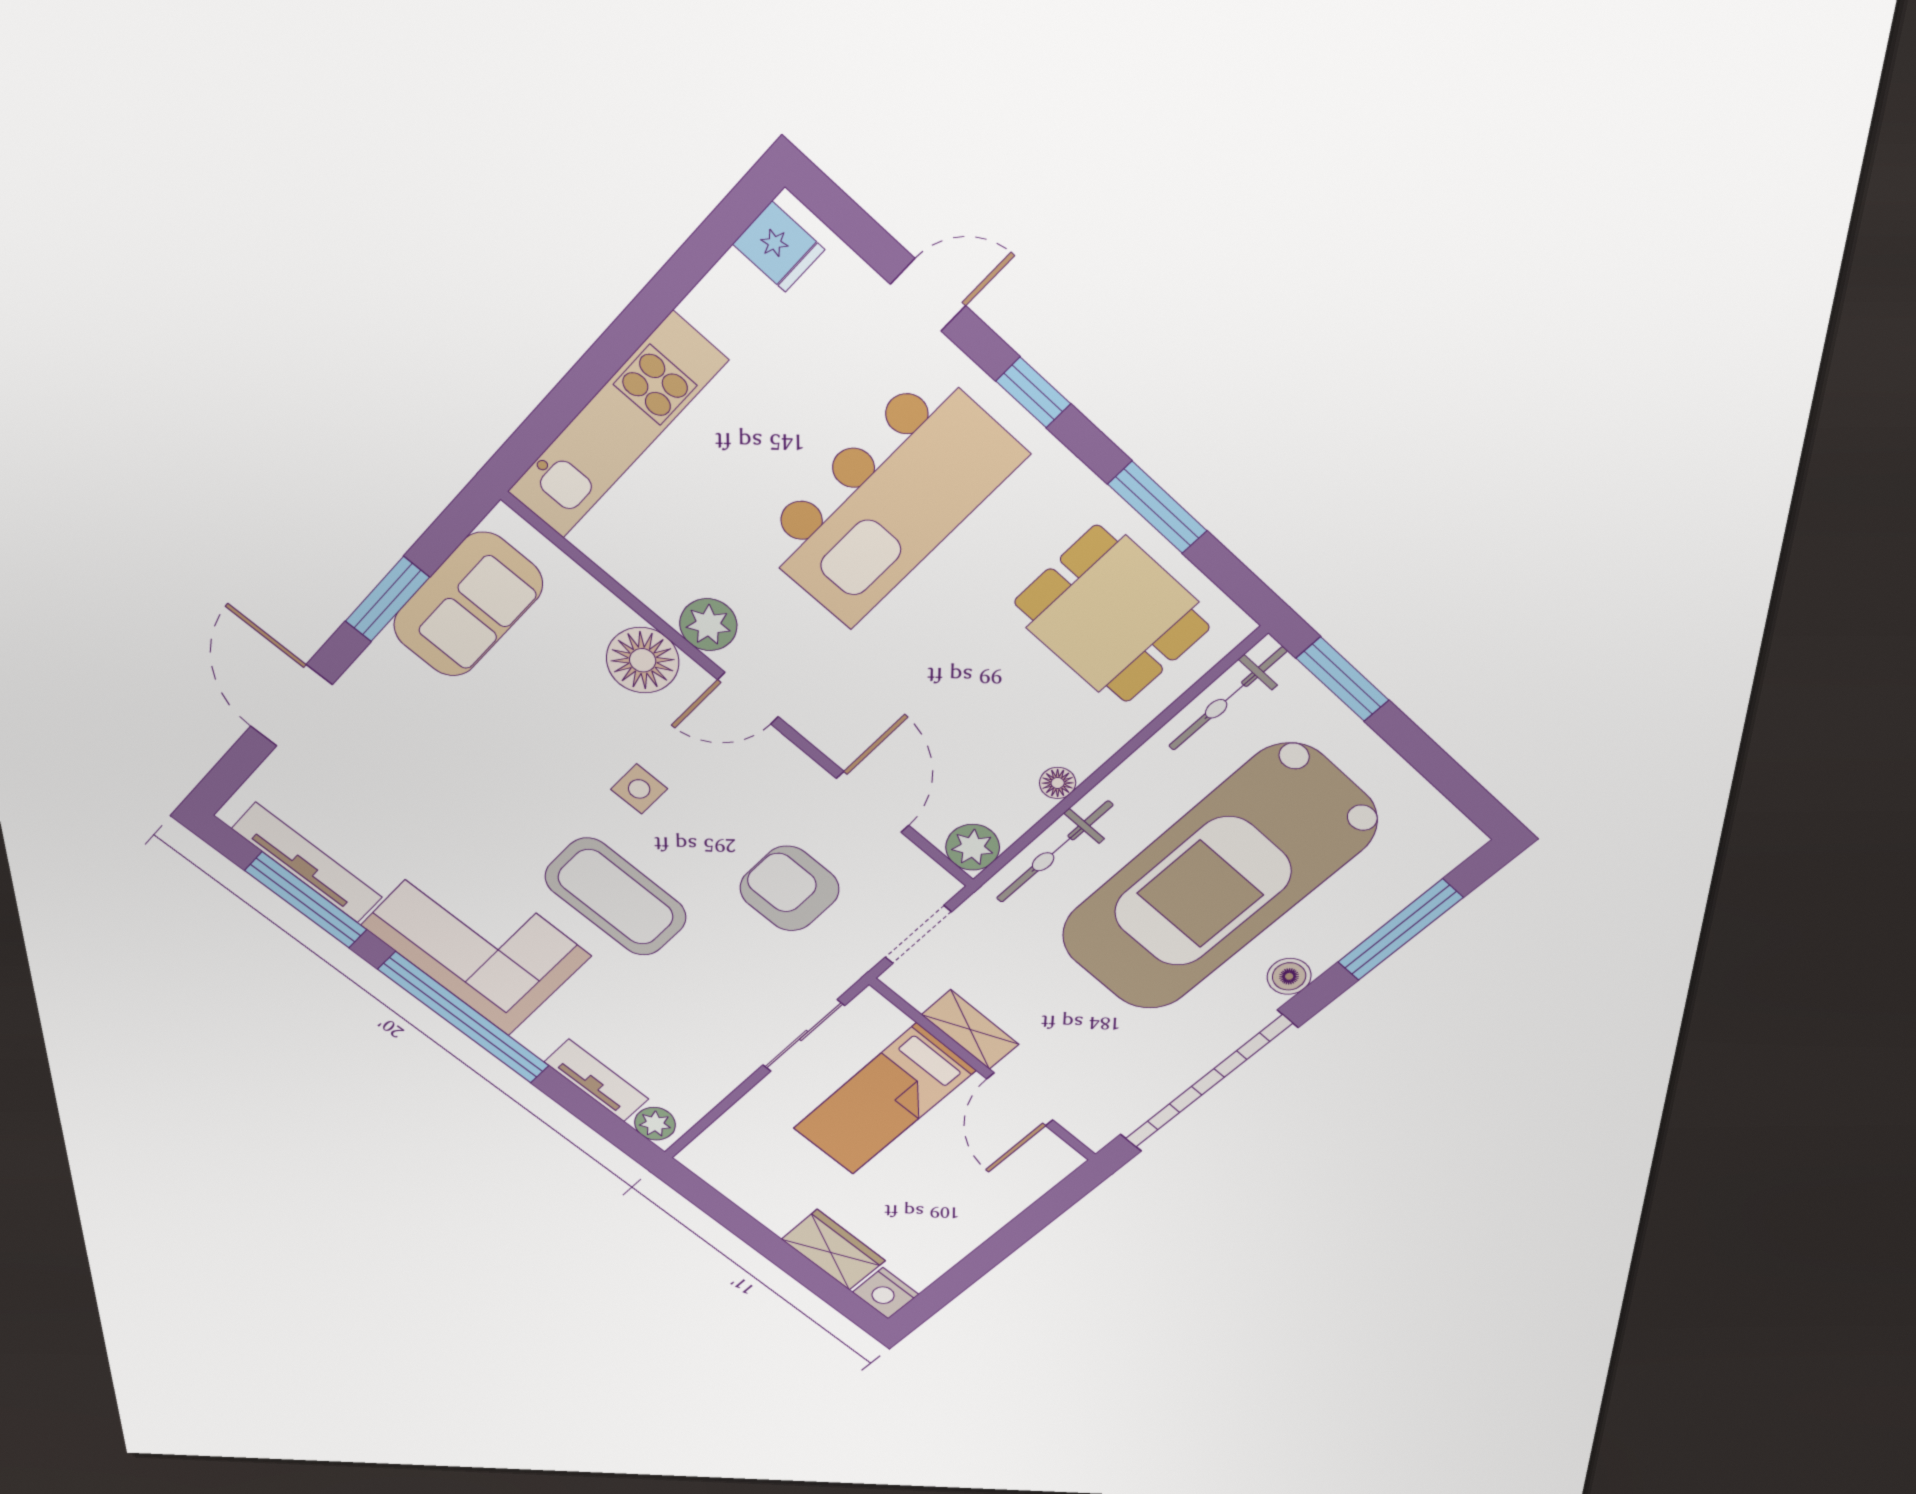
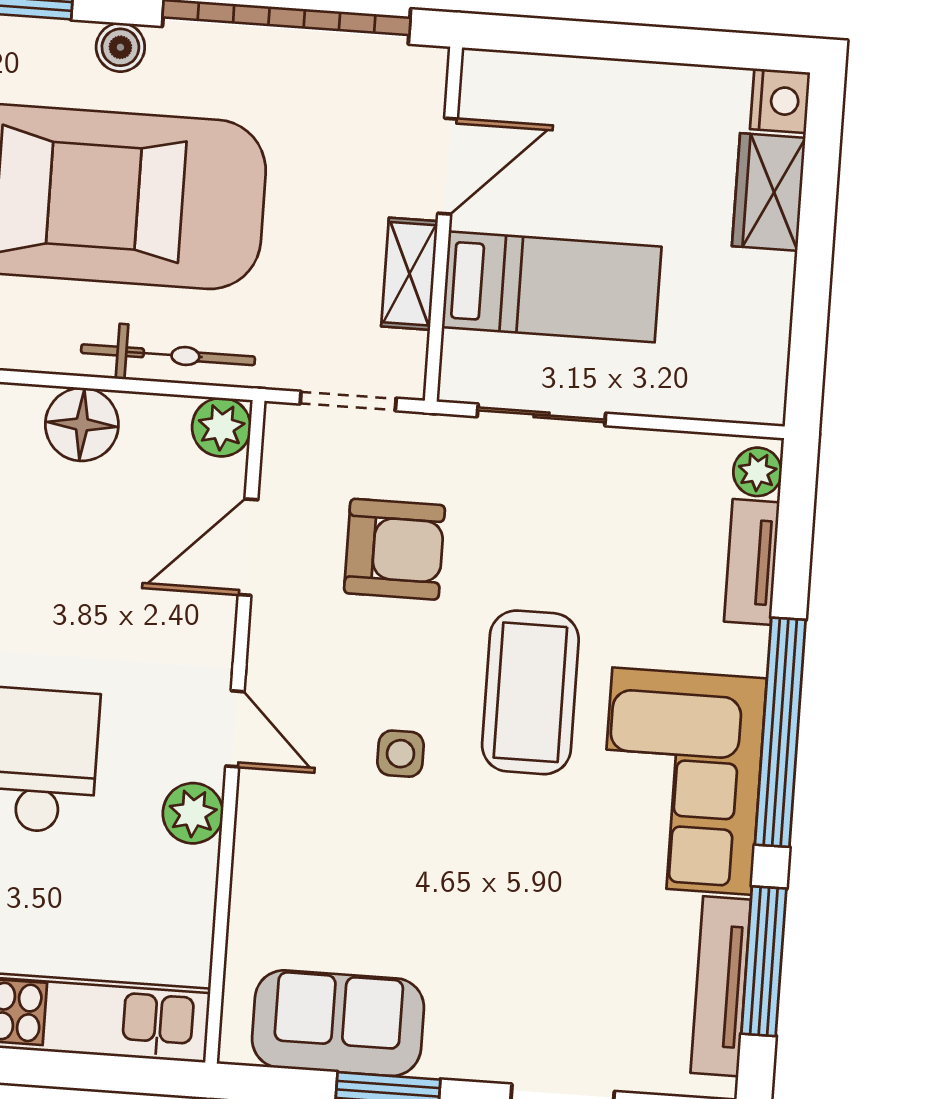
floor lamp: (643, 660) -> (271, 842), removed
floor lamp: (1058, 783) -> (82, 424), width x1.89, depth x1.89
armchair: (789, 889) -> (395, 549), turned -90

